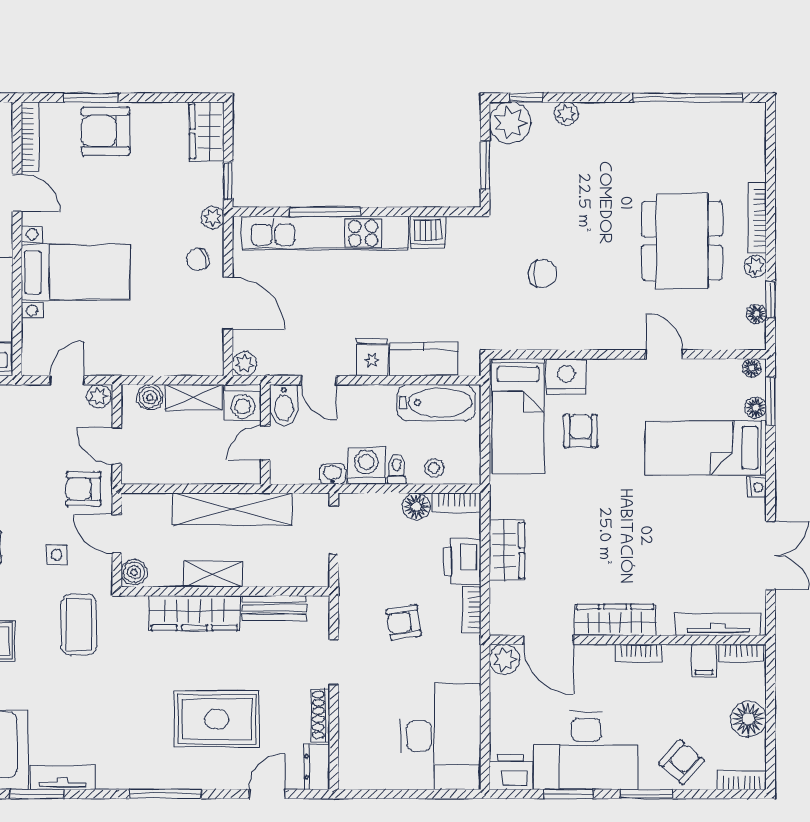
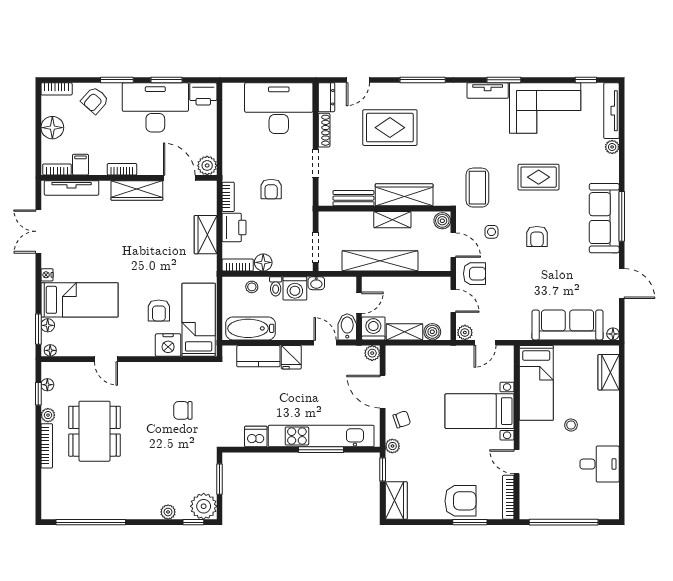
armchair: (404, 622) -> (271, 189), turned 99
desk: (441, 736) -> (279, 108), moved, turned 90

